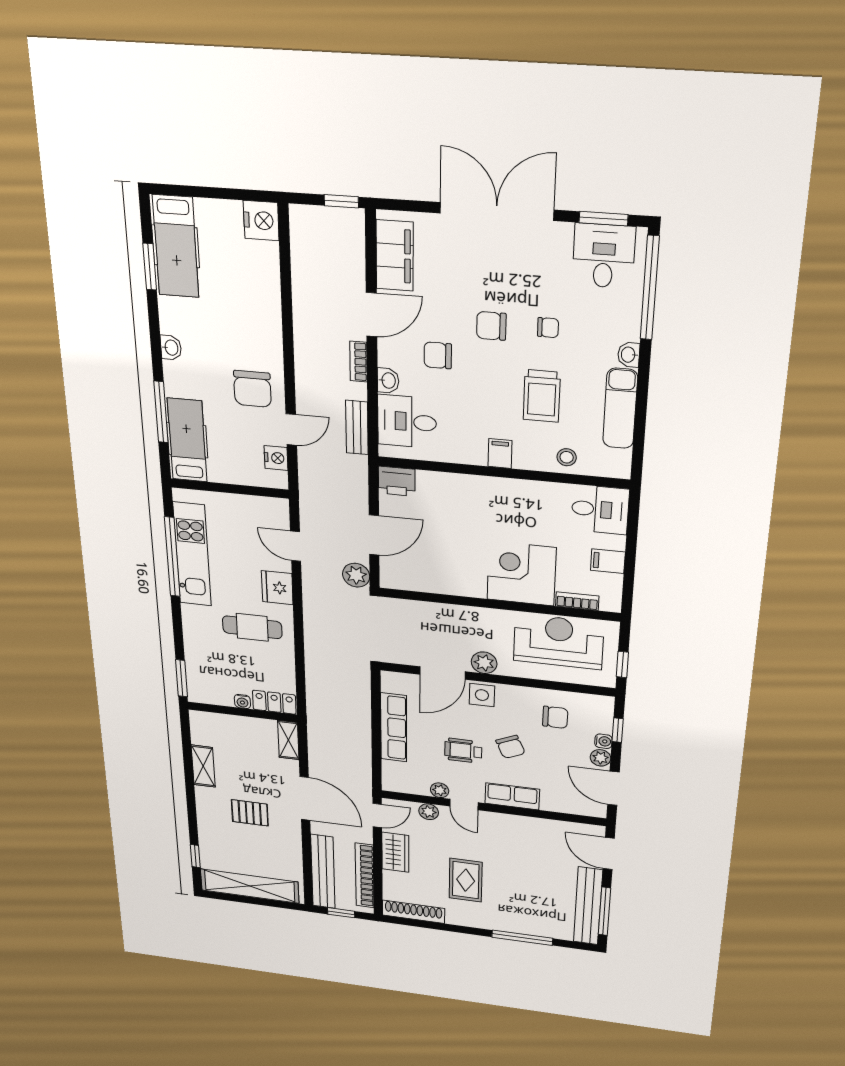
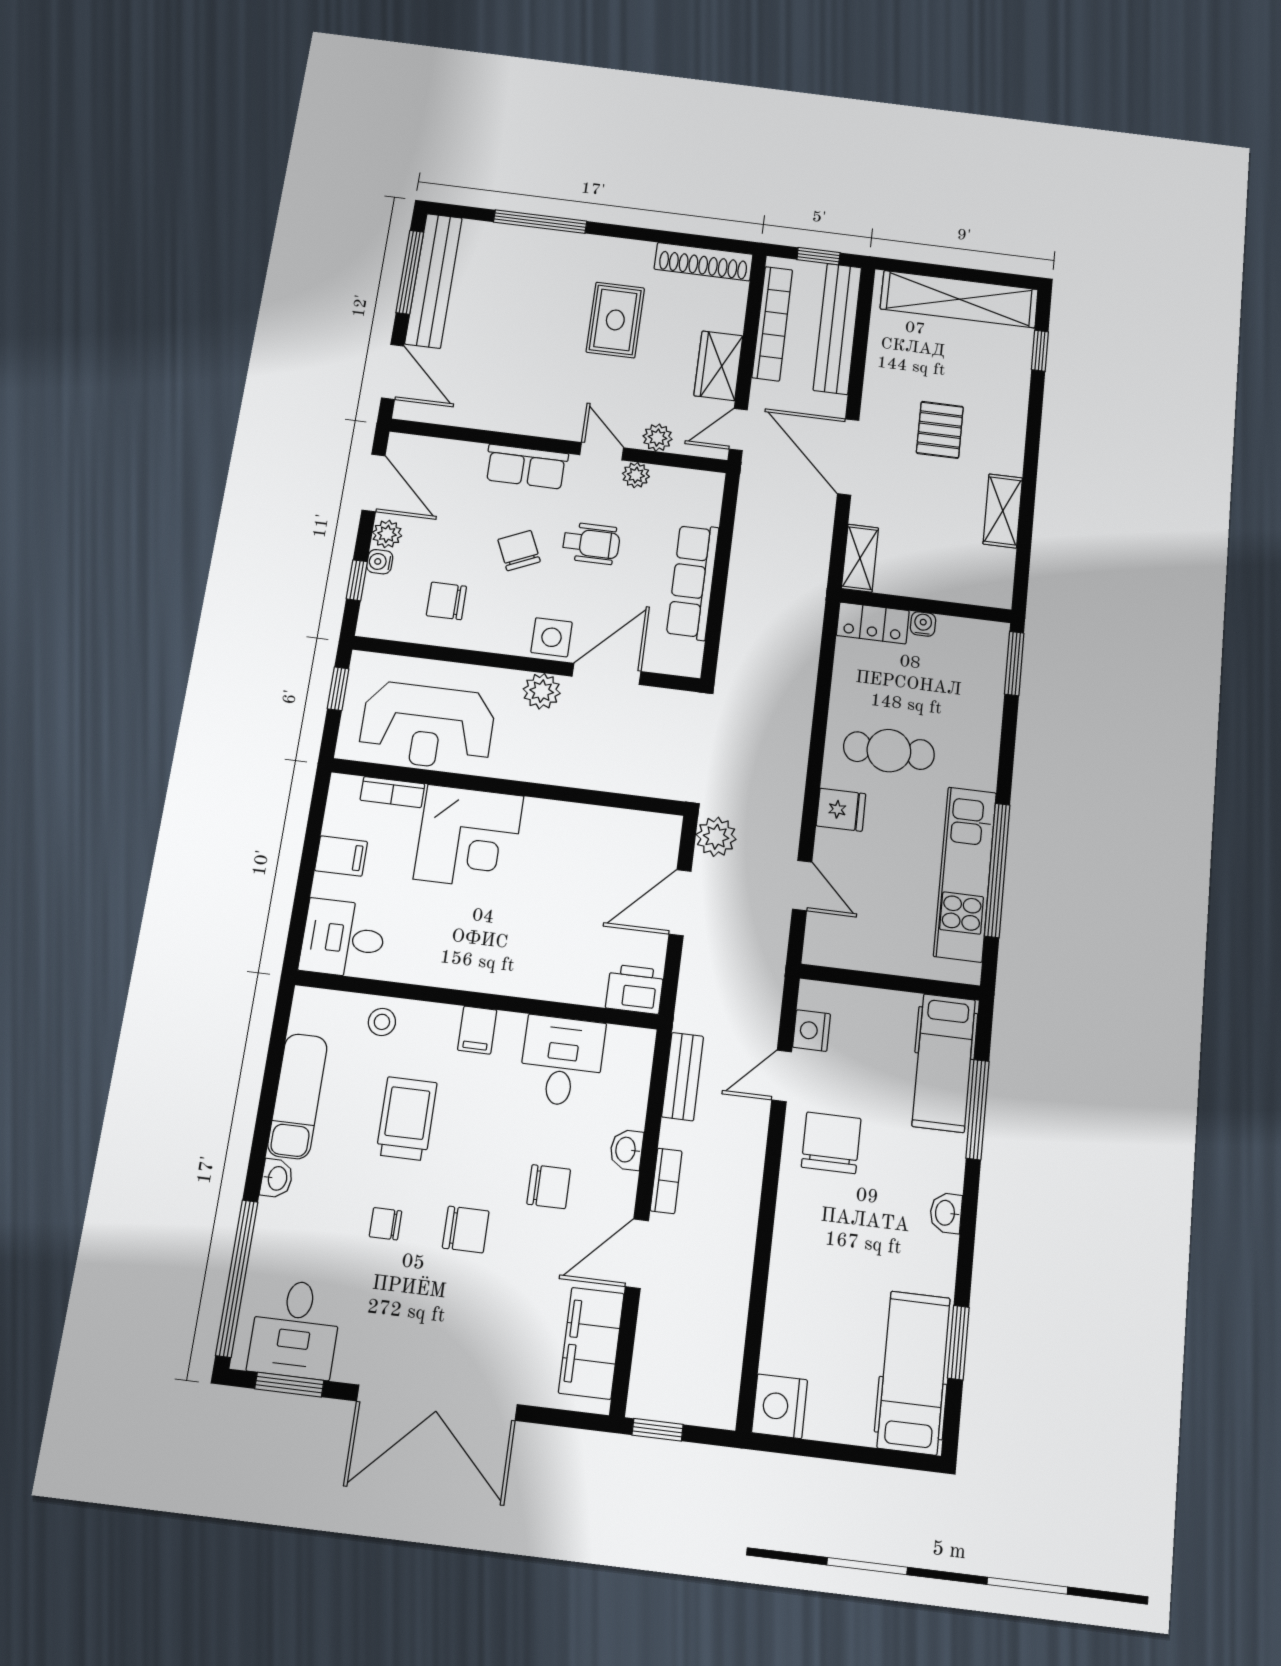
desk: (407, 422) -> (562, 1061), moved, turned -90
fridge: (277, 588) -> (841, 810), width x0.72
pallet: (250, 813) -> (940, 430), turned 90

